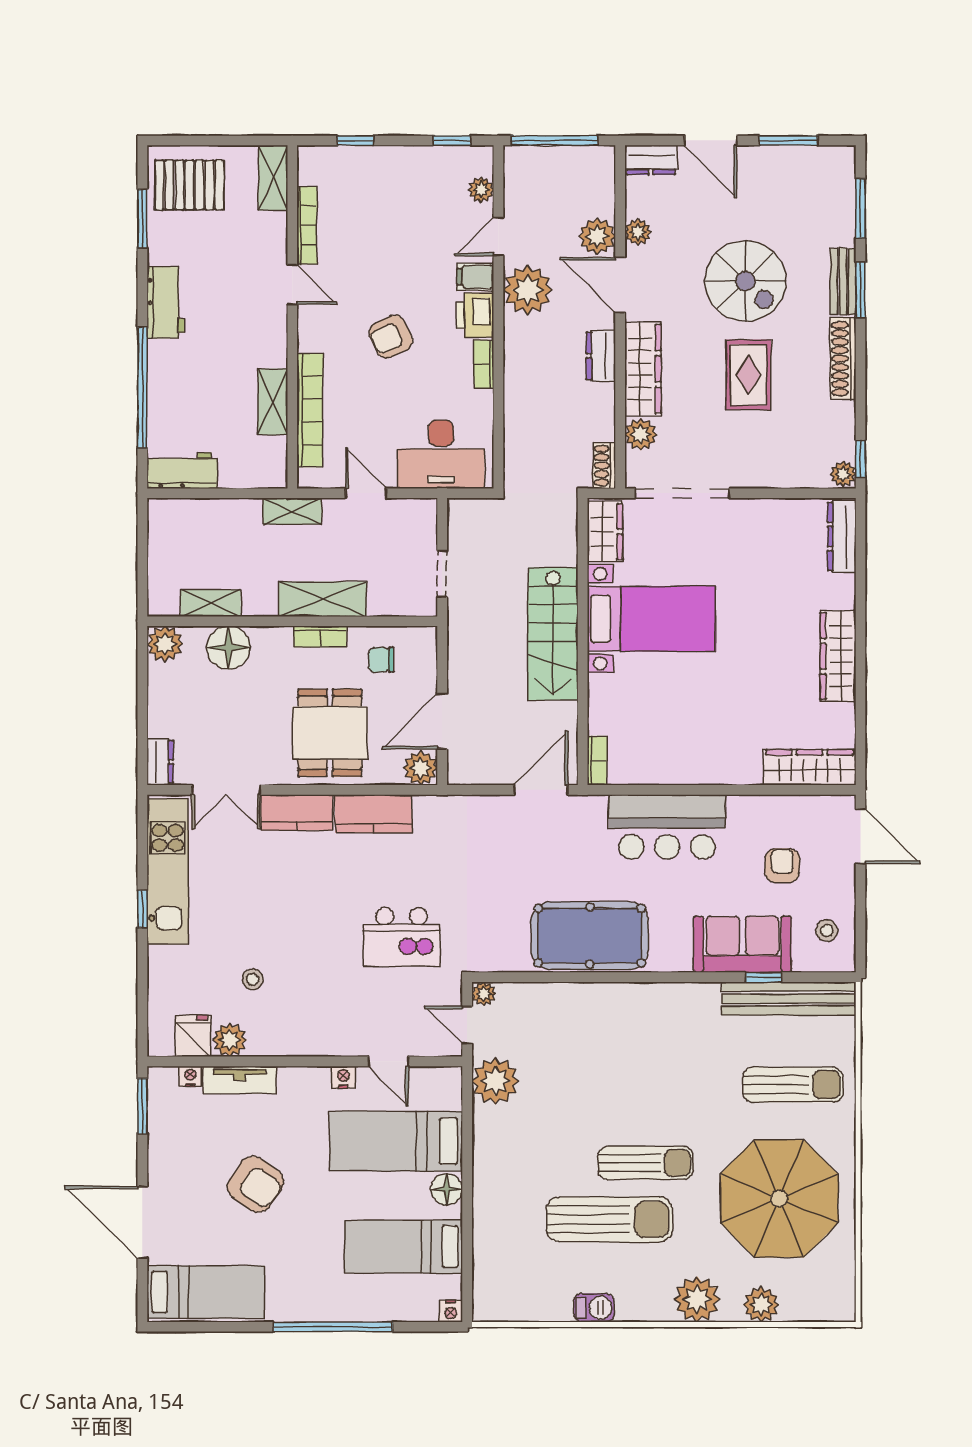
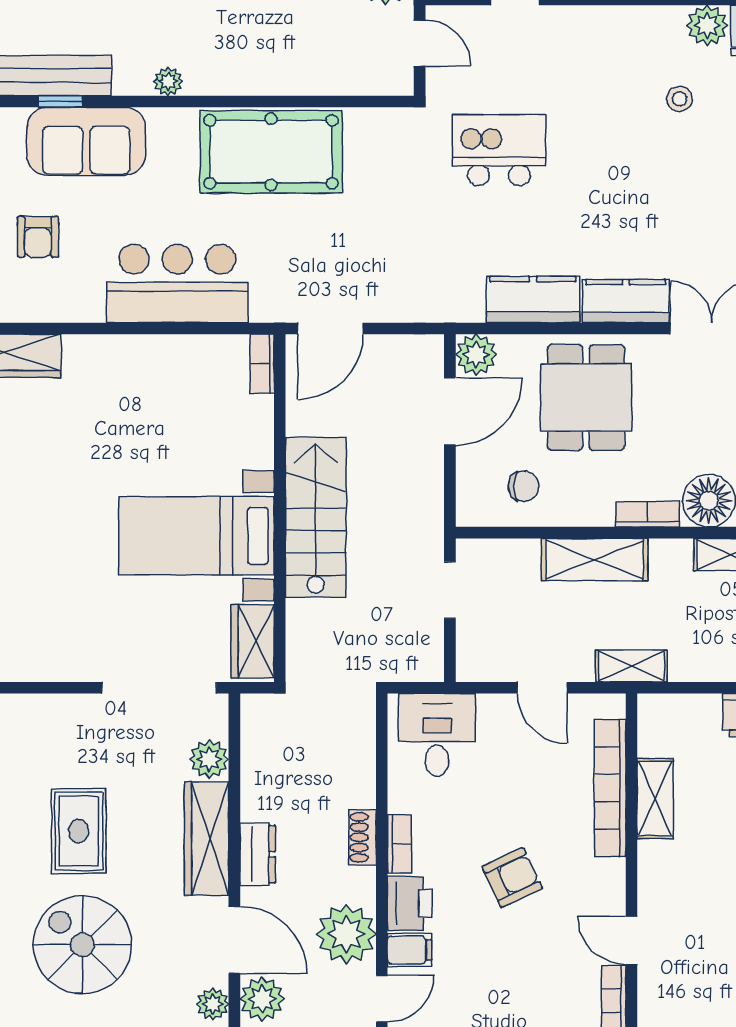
desk: (441, 454) -> (437, 735), width x0.73
shoe rack: (604, 466) -> (363, 837), moved, turned 180
bookcase: (320, 636) -> (648, 514), moved
plant: (484, 994) -> (168, 81), moved

